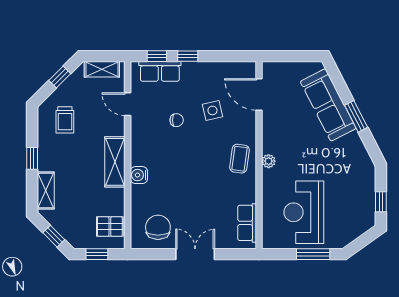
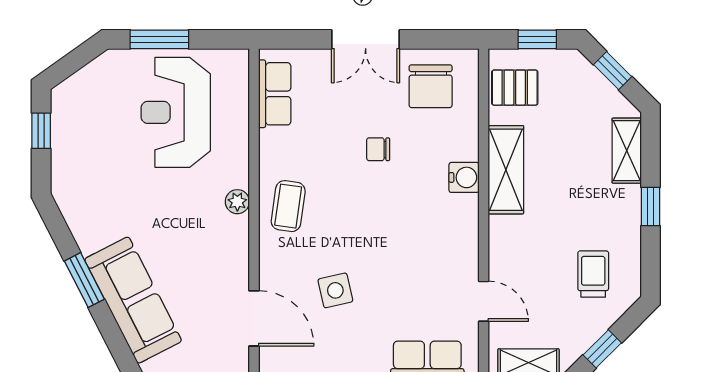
chair: (177, 120) -> (378, 149), moved
shelving: (115, 162) -> (506, 170), moved
reception desk: (304, 212) -> (176, 112), turned 180

